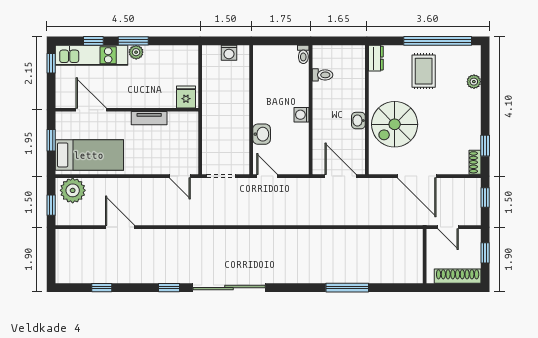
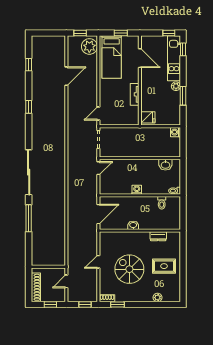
window: (93, 41) -> (183, 49), moved
window: (133, 41) -> (183, 96), moved
window: (438, 41) -> (183, 275), removed
washing machine: (229, 53) -> (176, 132), moved
dresser: (376, 58) -> (158, 236), moved
door: (91, 110) -> (140, 58), hinge flipped
spiral stairs: (395, 124) -> (129, 269), moved
washbasin: (262, 134) -> (165, 165), moved
door: (417, 176) -> (98, 262), width x0.53
sliding door: (229, 288) -> (29, 172), moved

